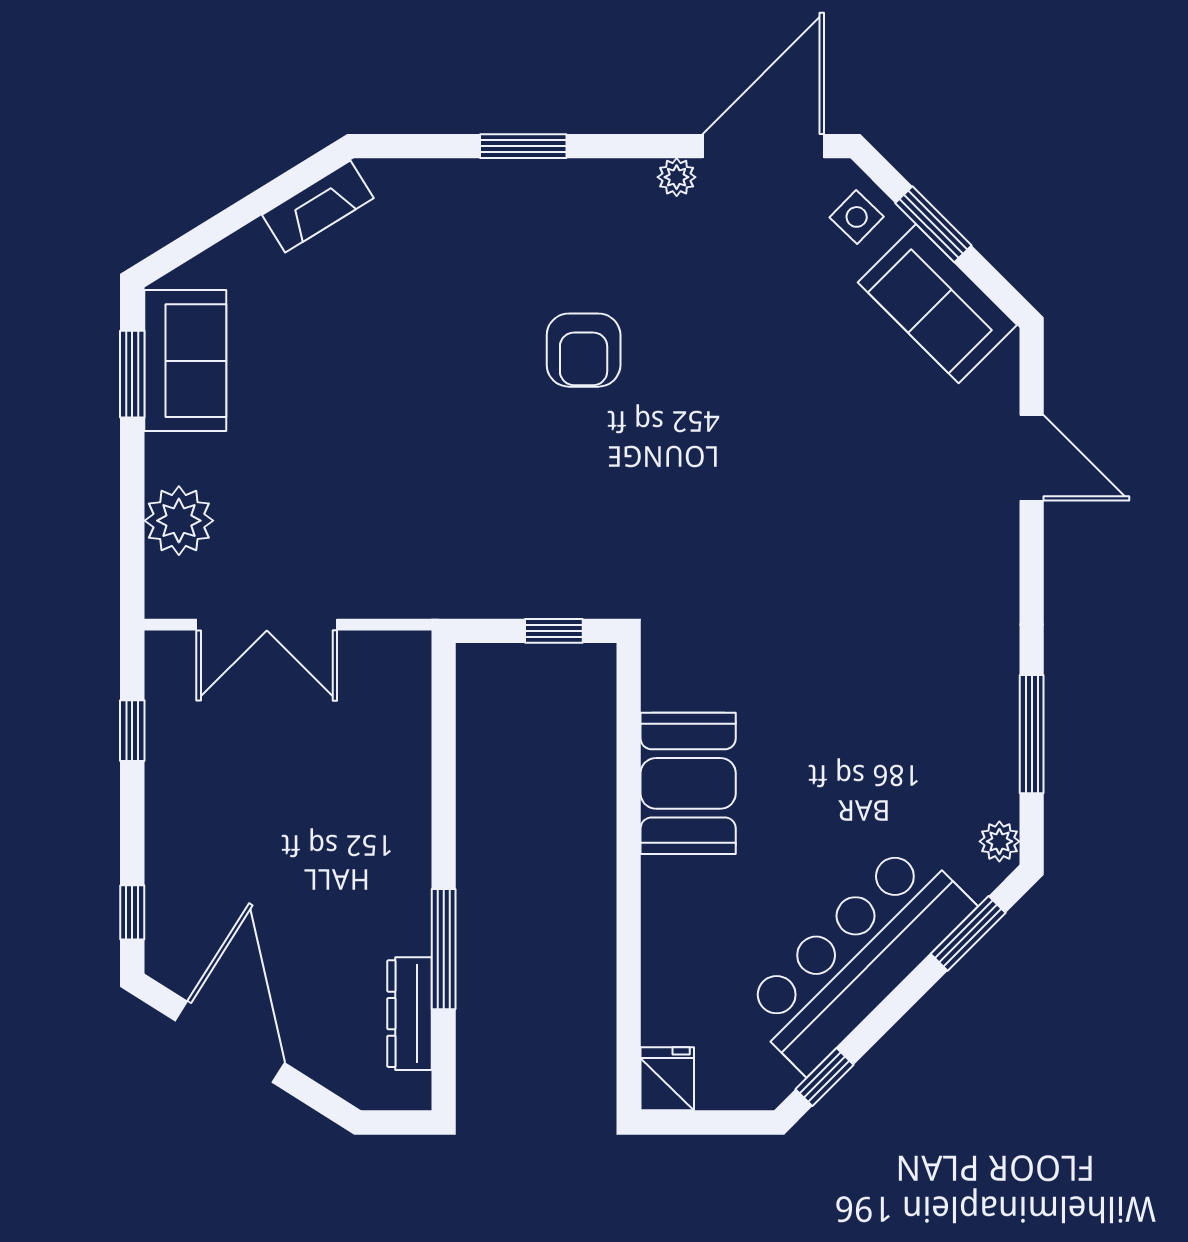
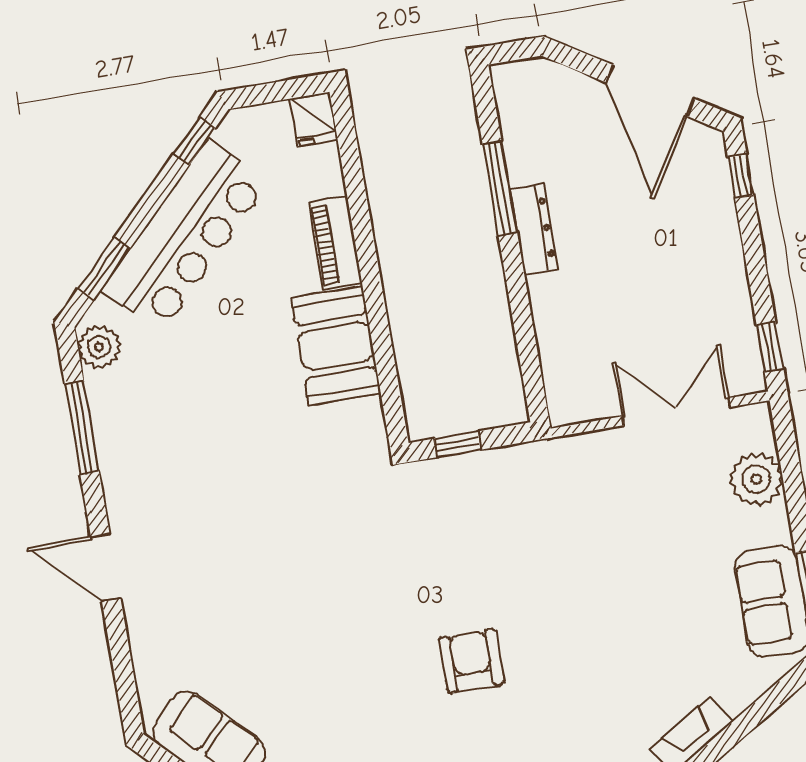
door: (1032, 458) -> (106, 568), moved
window: (132, 731) -> (770, 347), moved
plant: (999, 841) -> (99, 347), width x1.38, depth x1.38
piano: (666, 915) -> (335, 243), added
dresser: (409, 1014) -> (534, 229), moved

